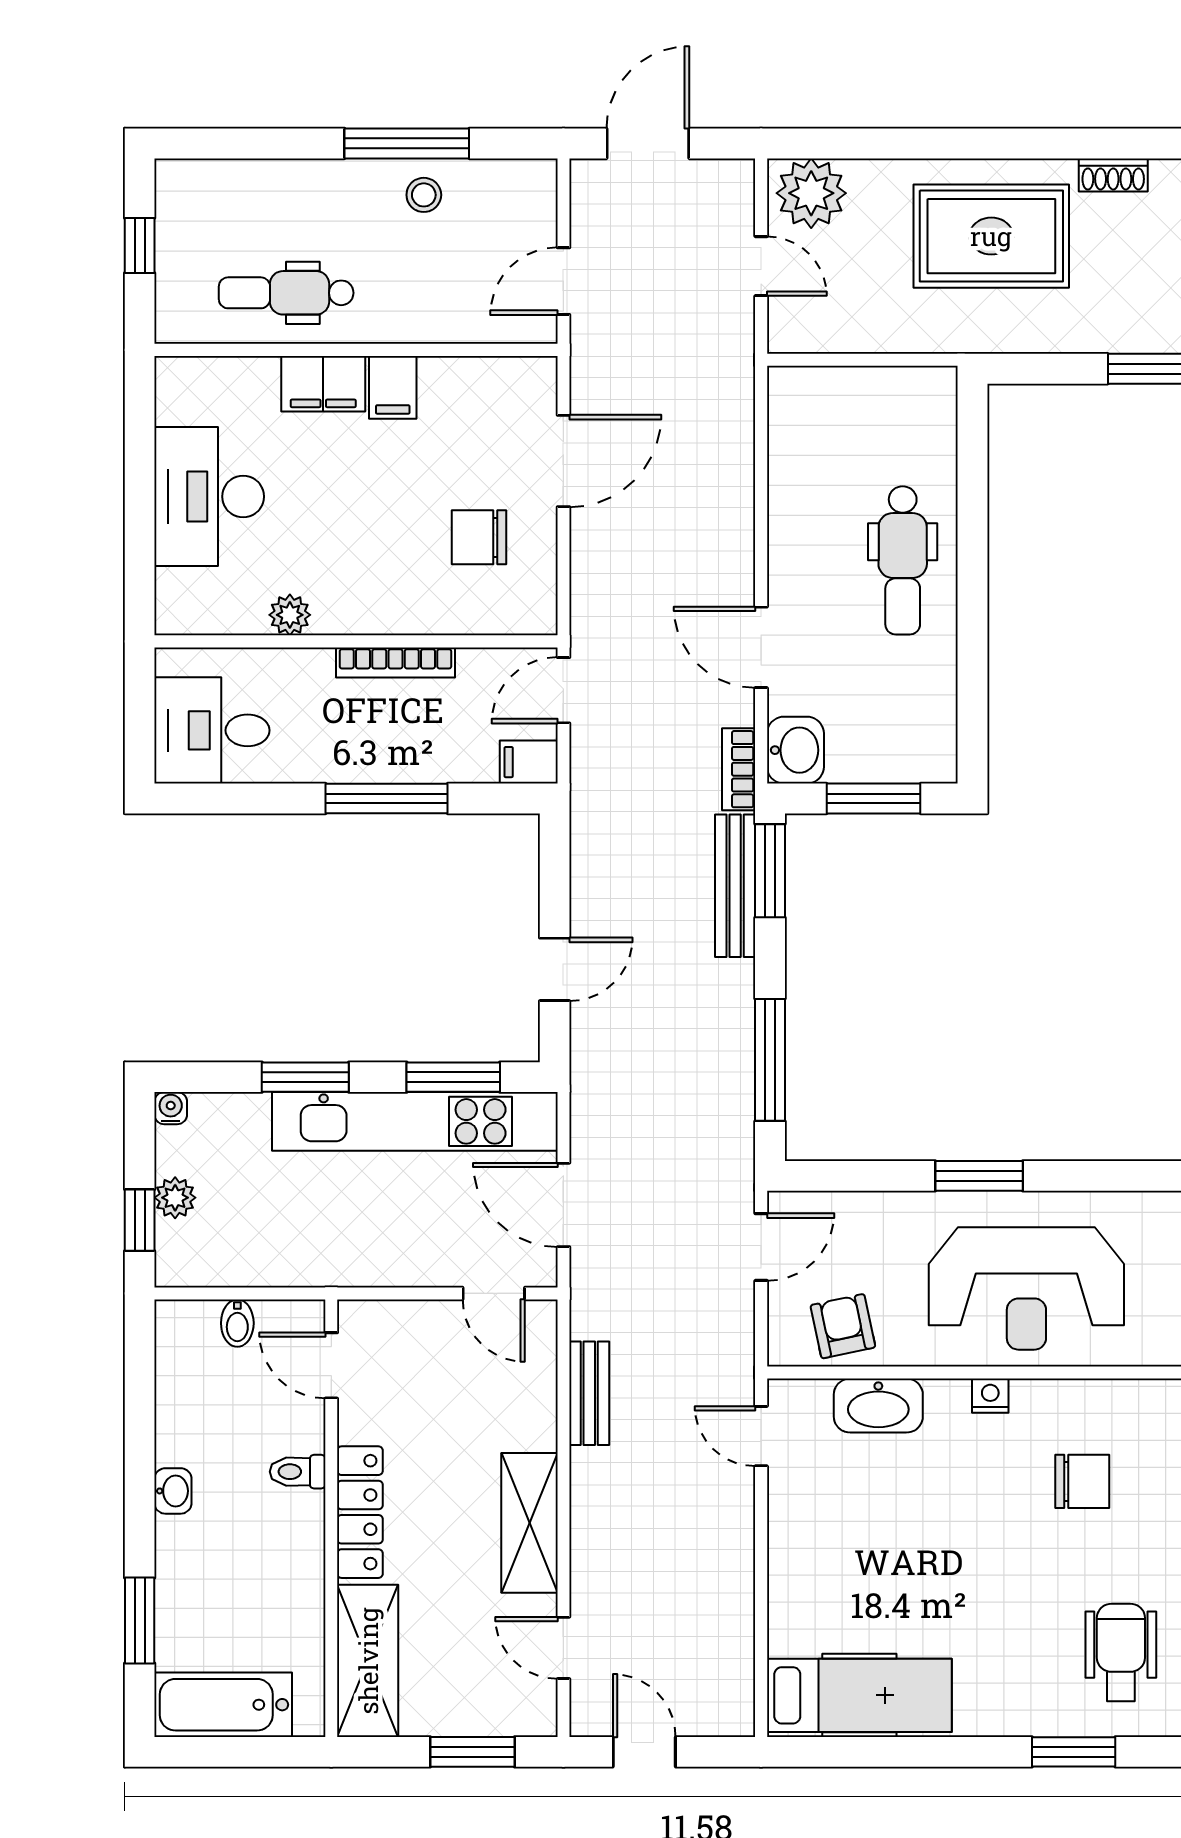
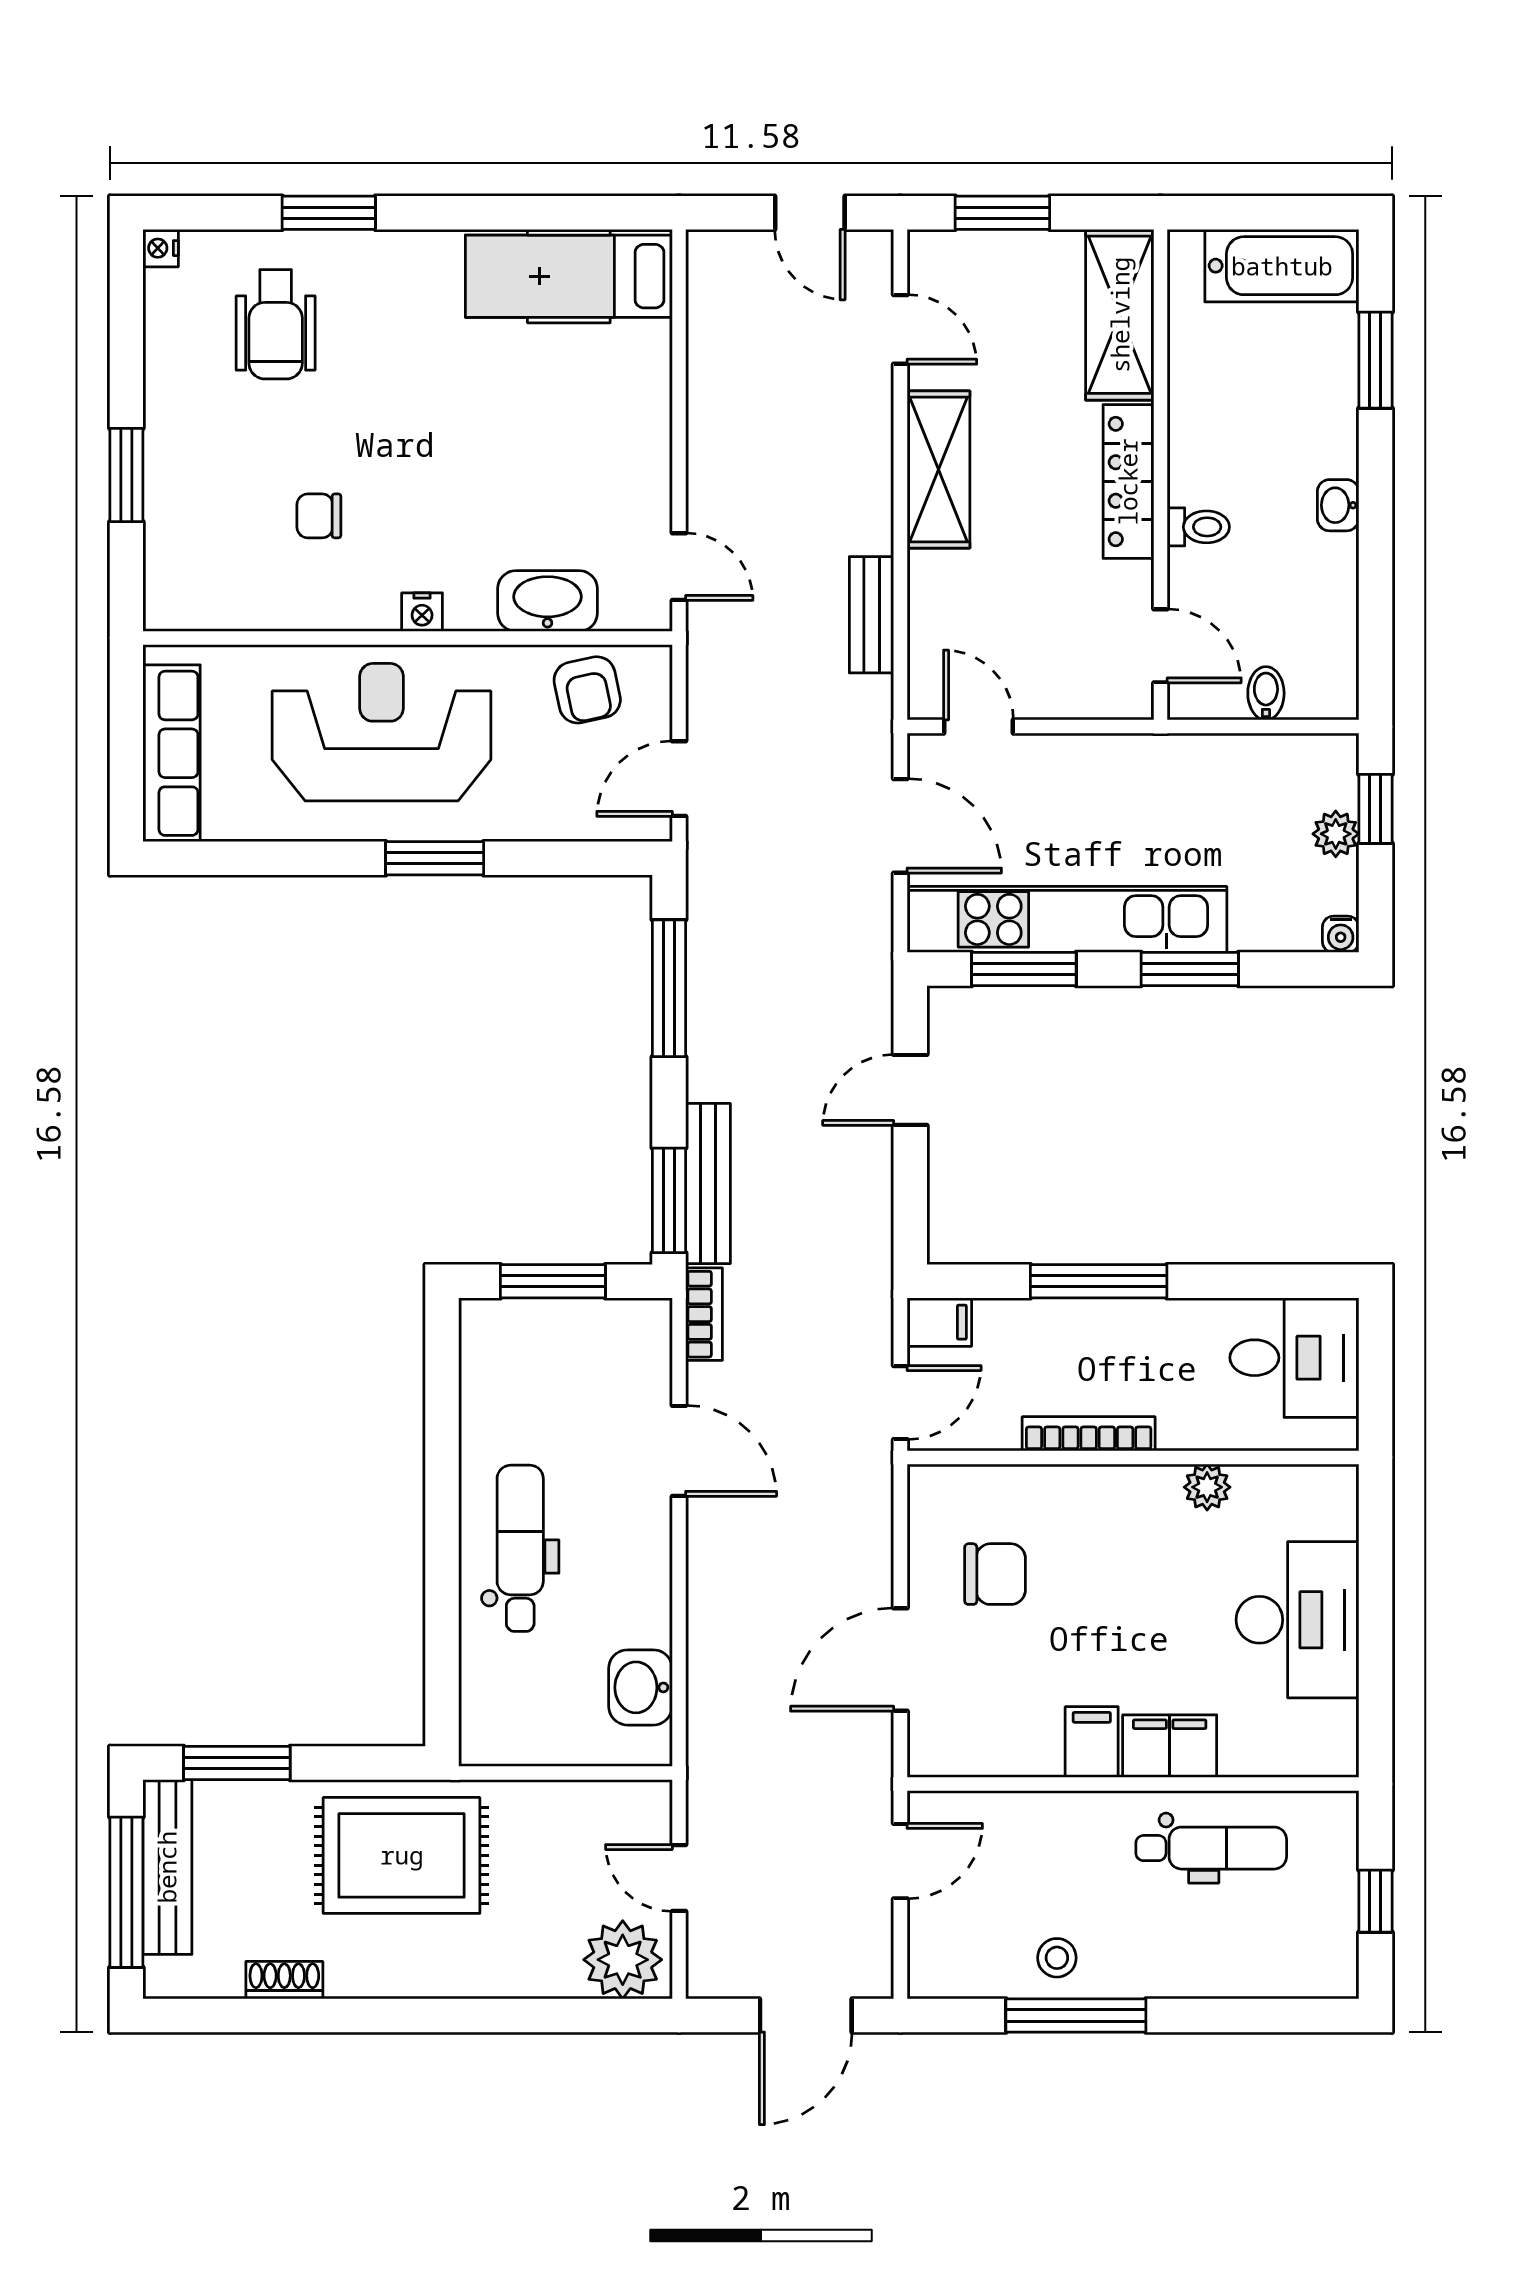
rug: (991, 236) -> (402, 1855), moved
washbasin: (795, 750) -> (640, 1687), moved
chair: (1082, 1481) -> (319, 516), width x0.73, depth x0.73

